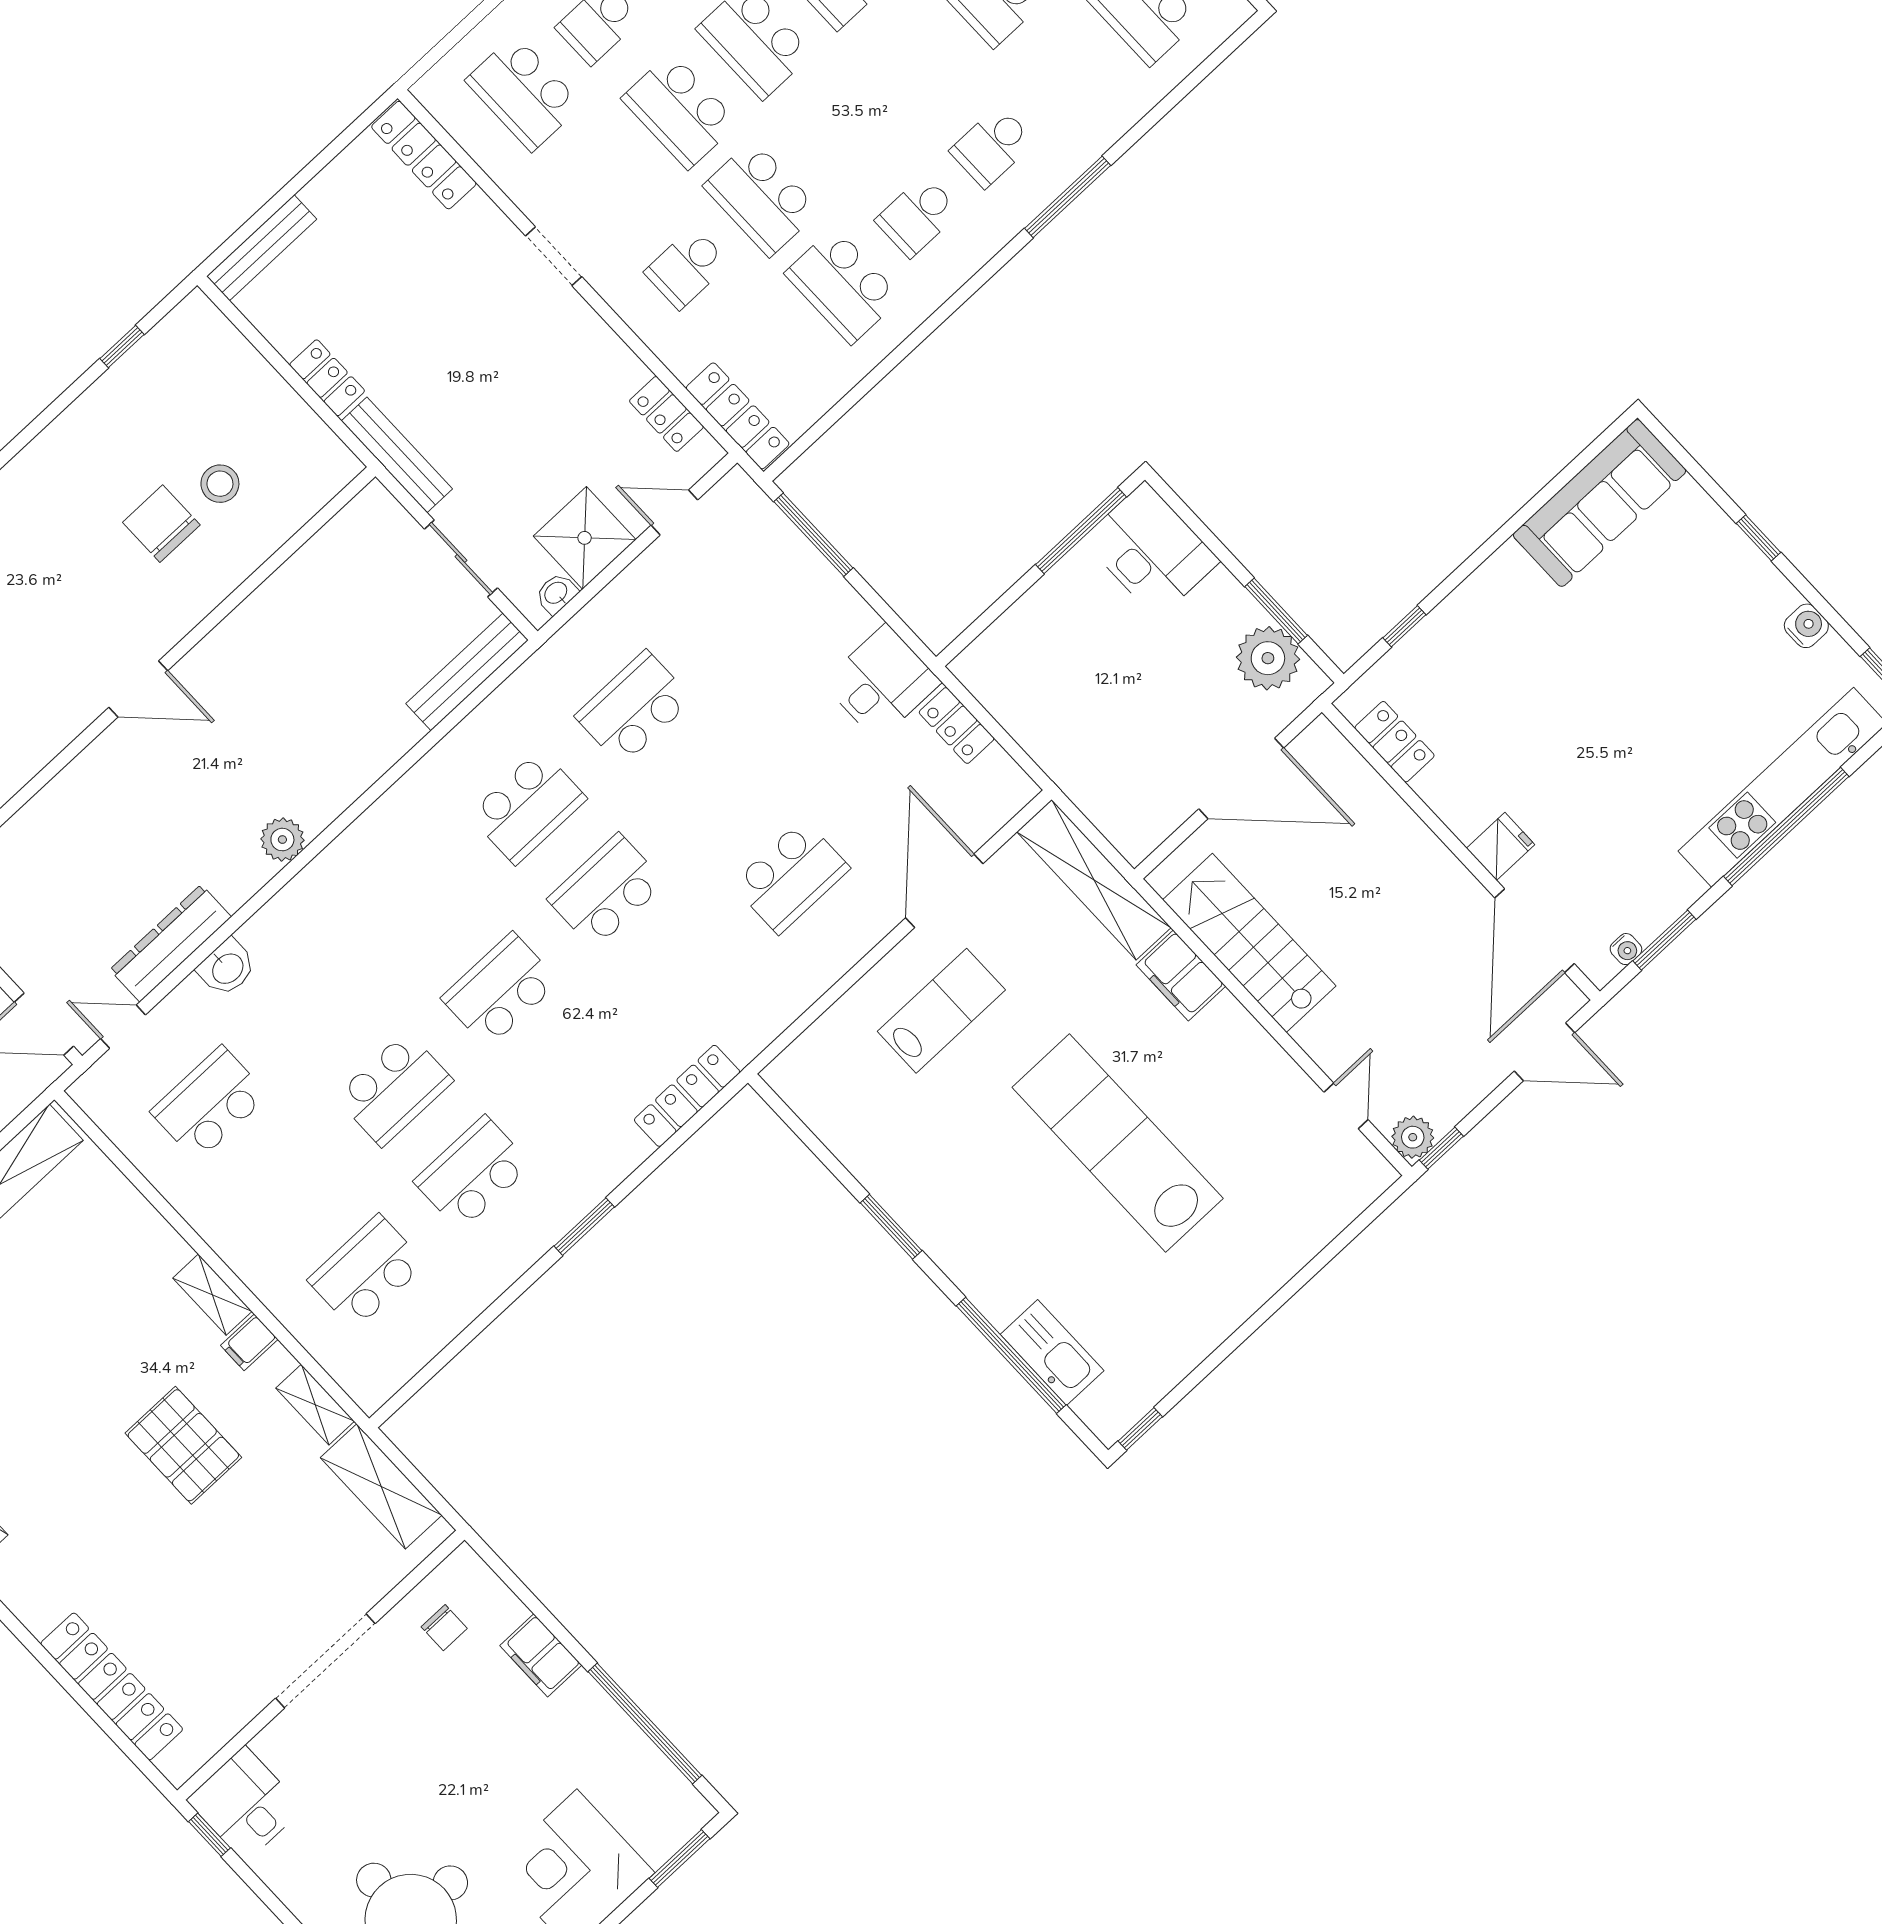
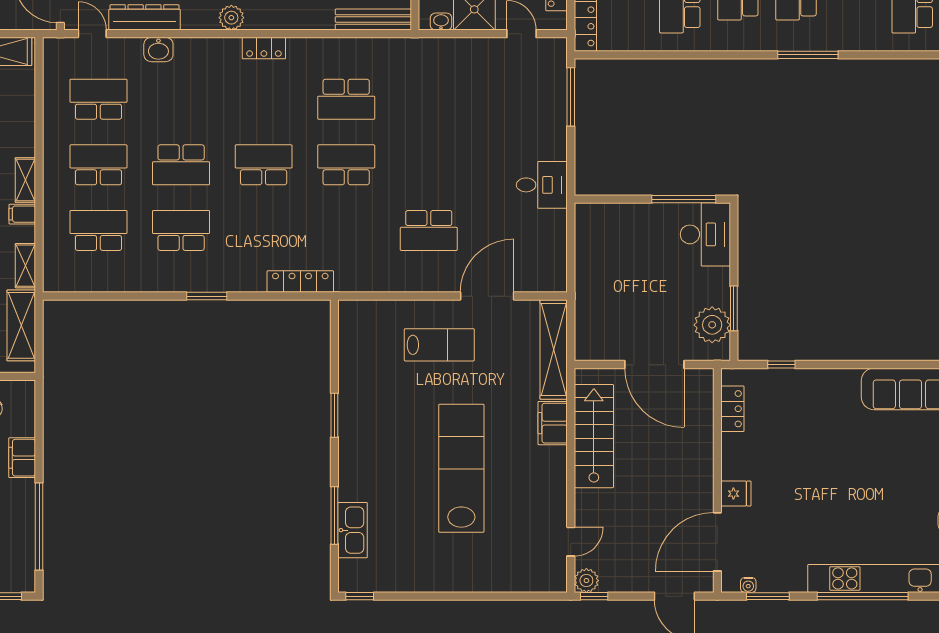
school desk: (634, 708) -> (98, 165), moved
locker: (957, 725) -> (264, 48), moved, turned -90
window: (1011, 1355) -> (334, 515), width x0.68

